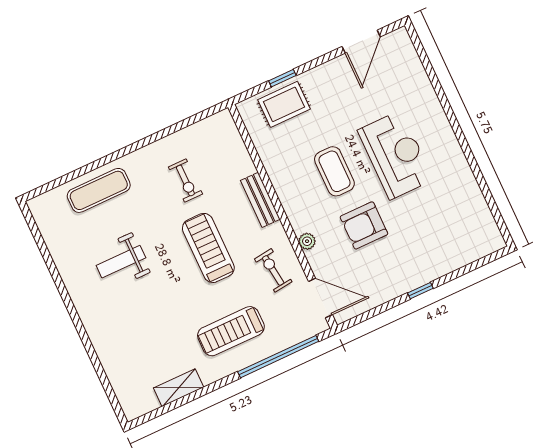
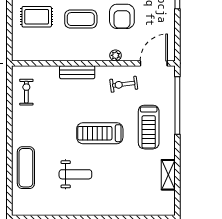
window: (282, 78) -> (9, 24), removed
rug: (284, 104) -> (37, 17), moved, turned 90
exercise bike: (185, 181) -> (26, 92), moved, turned -90
treadmill: (208, 248) -> (100, 133), moved
weight bench: (121, 262) -> (75, 174), turned -90

